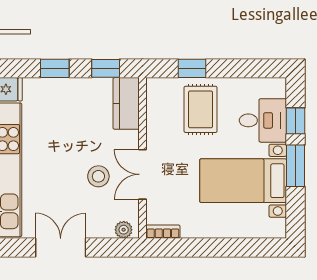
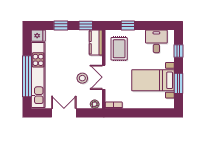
rug: (201, 109) -> (119, 49), moved
desk: (263, 120) -> (156, 41), moved, turned -90
window: (296, 166) -> (179, 83), moved

